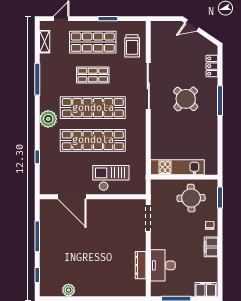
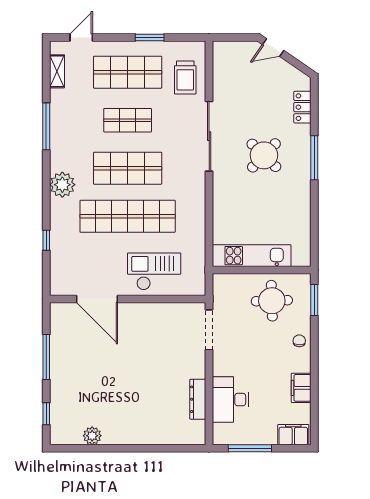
shop shelf: (93, 108) -> (128, 168), width x0.71
filing cabinet: (211, 247) -> (301, 388), moved

